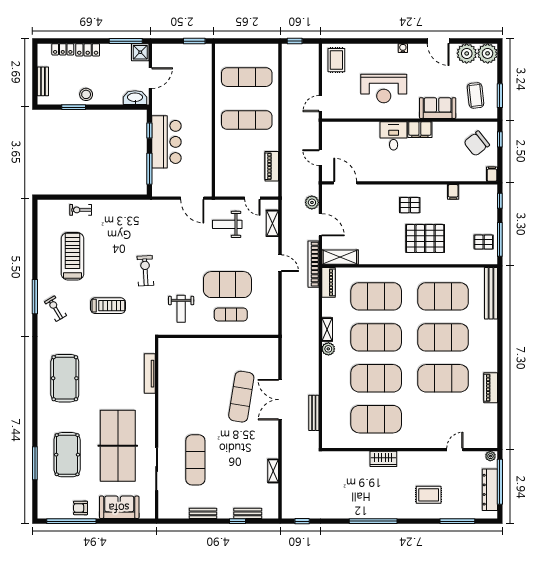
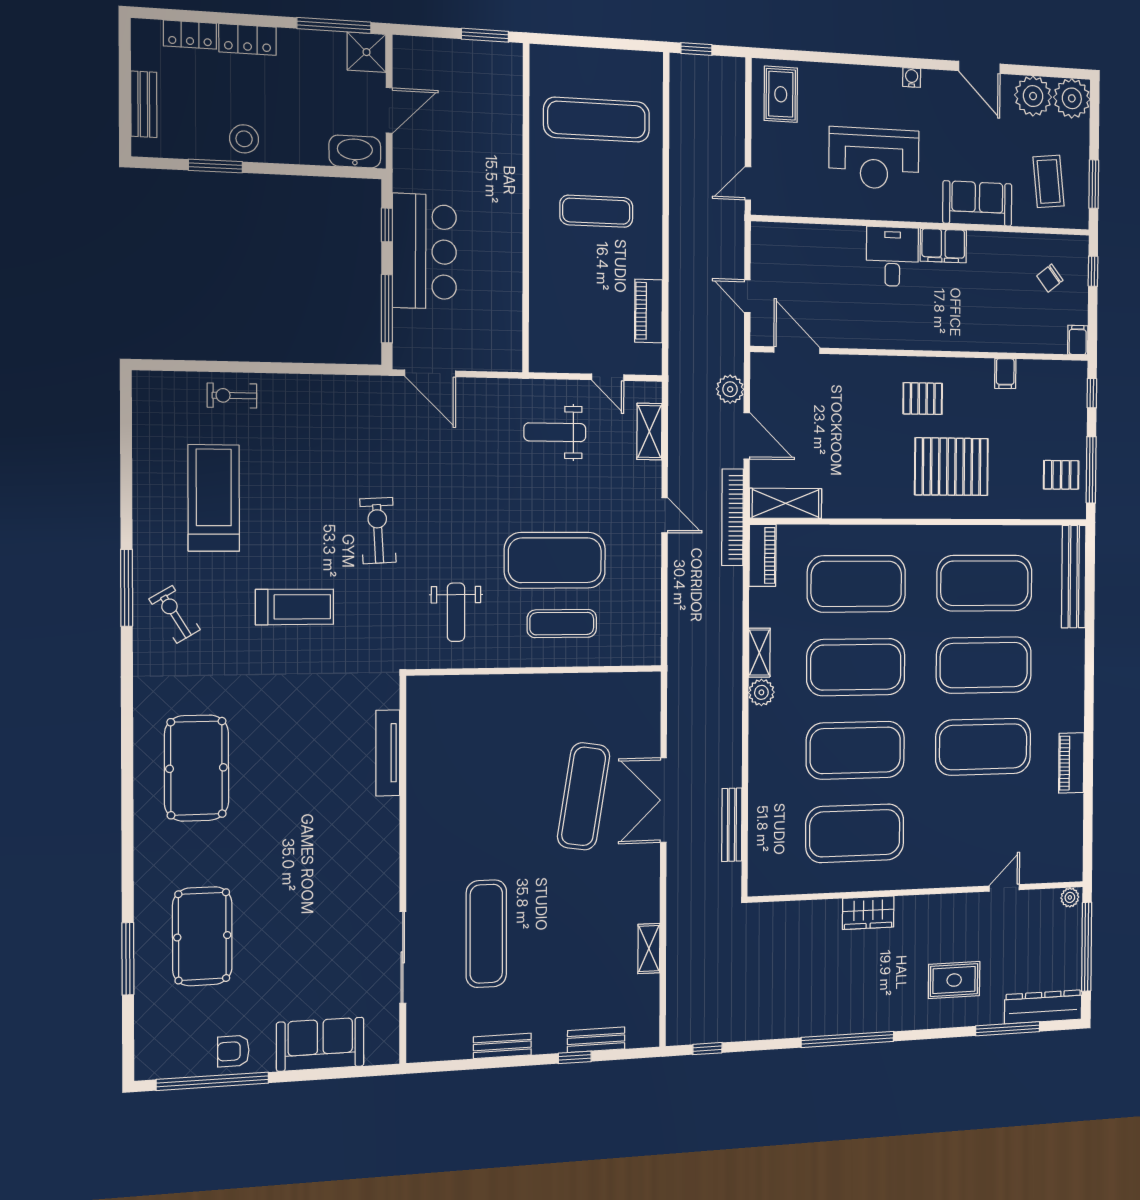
exercise mat: (247, 120) -> (596, 211), width x0.73, depth x0.69
chair: (477, 144) -> (1050, 278), width x0.54, depth x0.54
door: (192, 198) -> (430, 373), moved
table tennis table: (118, 446) -> (317, 911), removed
dresser: (490, 490) -> (1043, 1007), moved, turned 90

